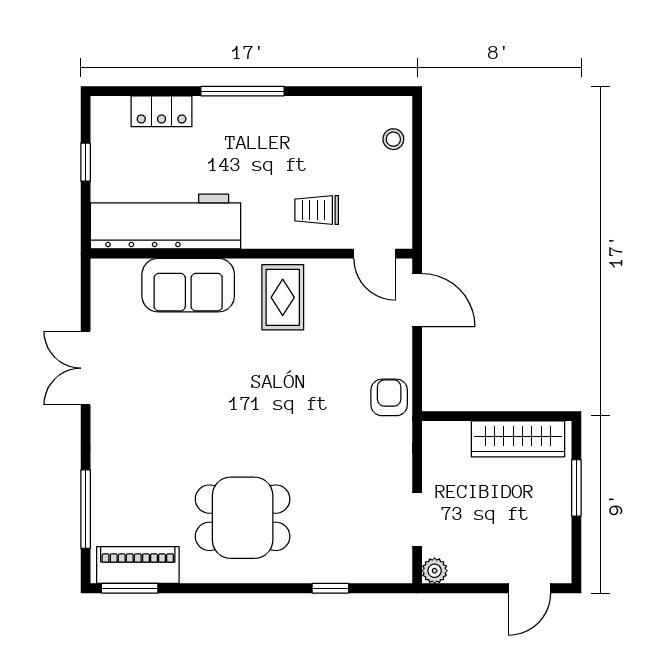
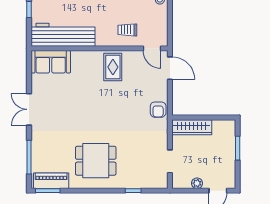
sofa: (188, 285) -> (51, 62), moved
double door: (86, 368) -> (29, 109), moved
armchair: (389, 397) -> (158, 110), turned 180
wardrobe: (518, 439) -> (192, 127), moved
plant: (435, 571) -> (197, 183), moved

